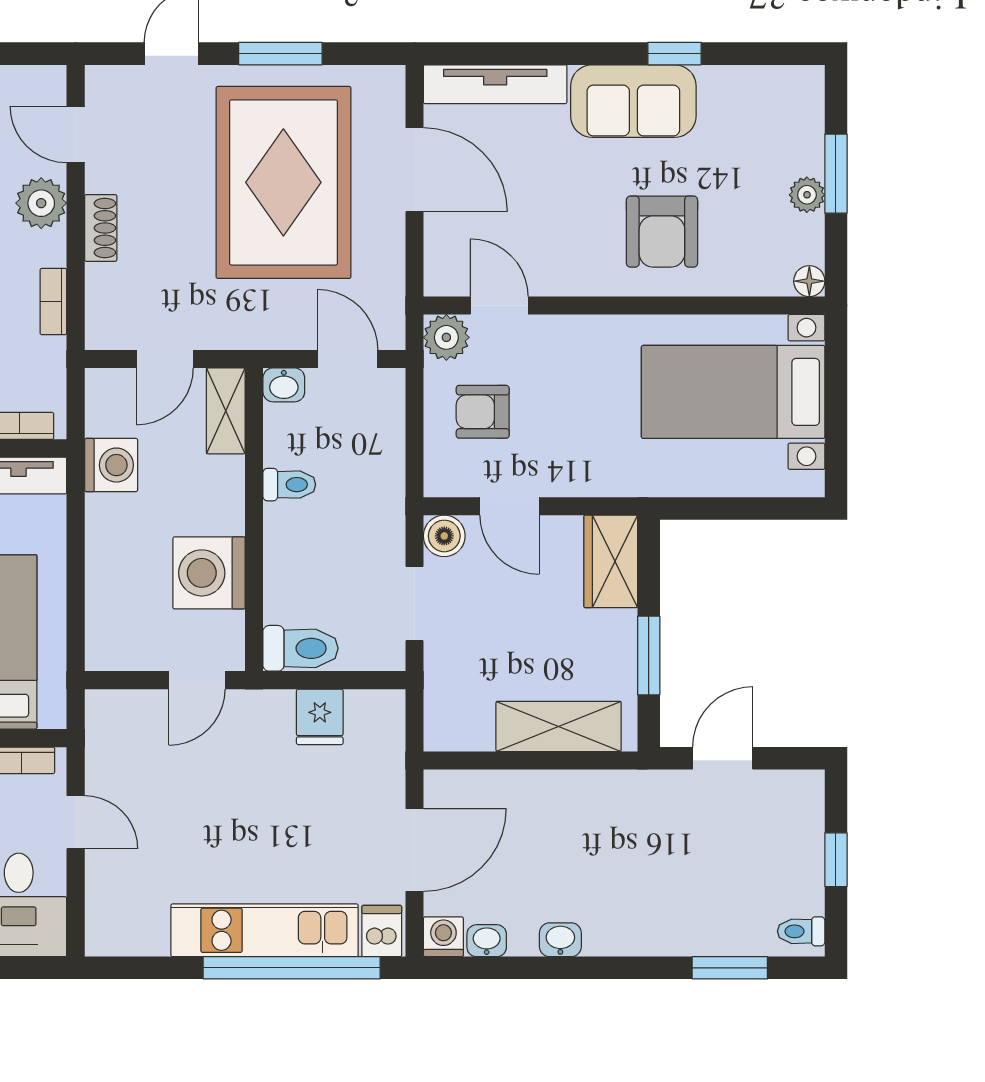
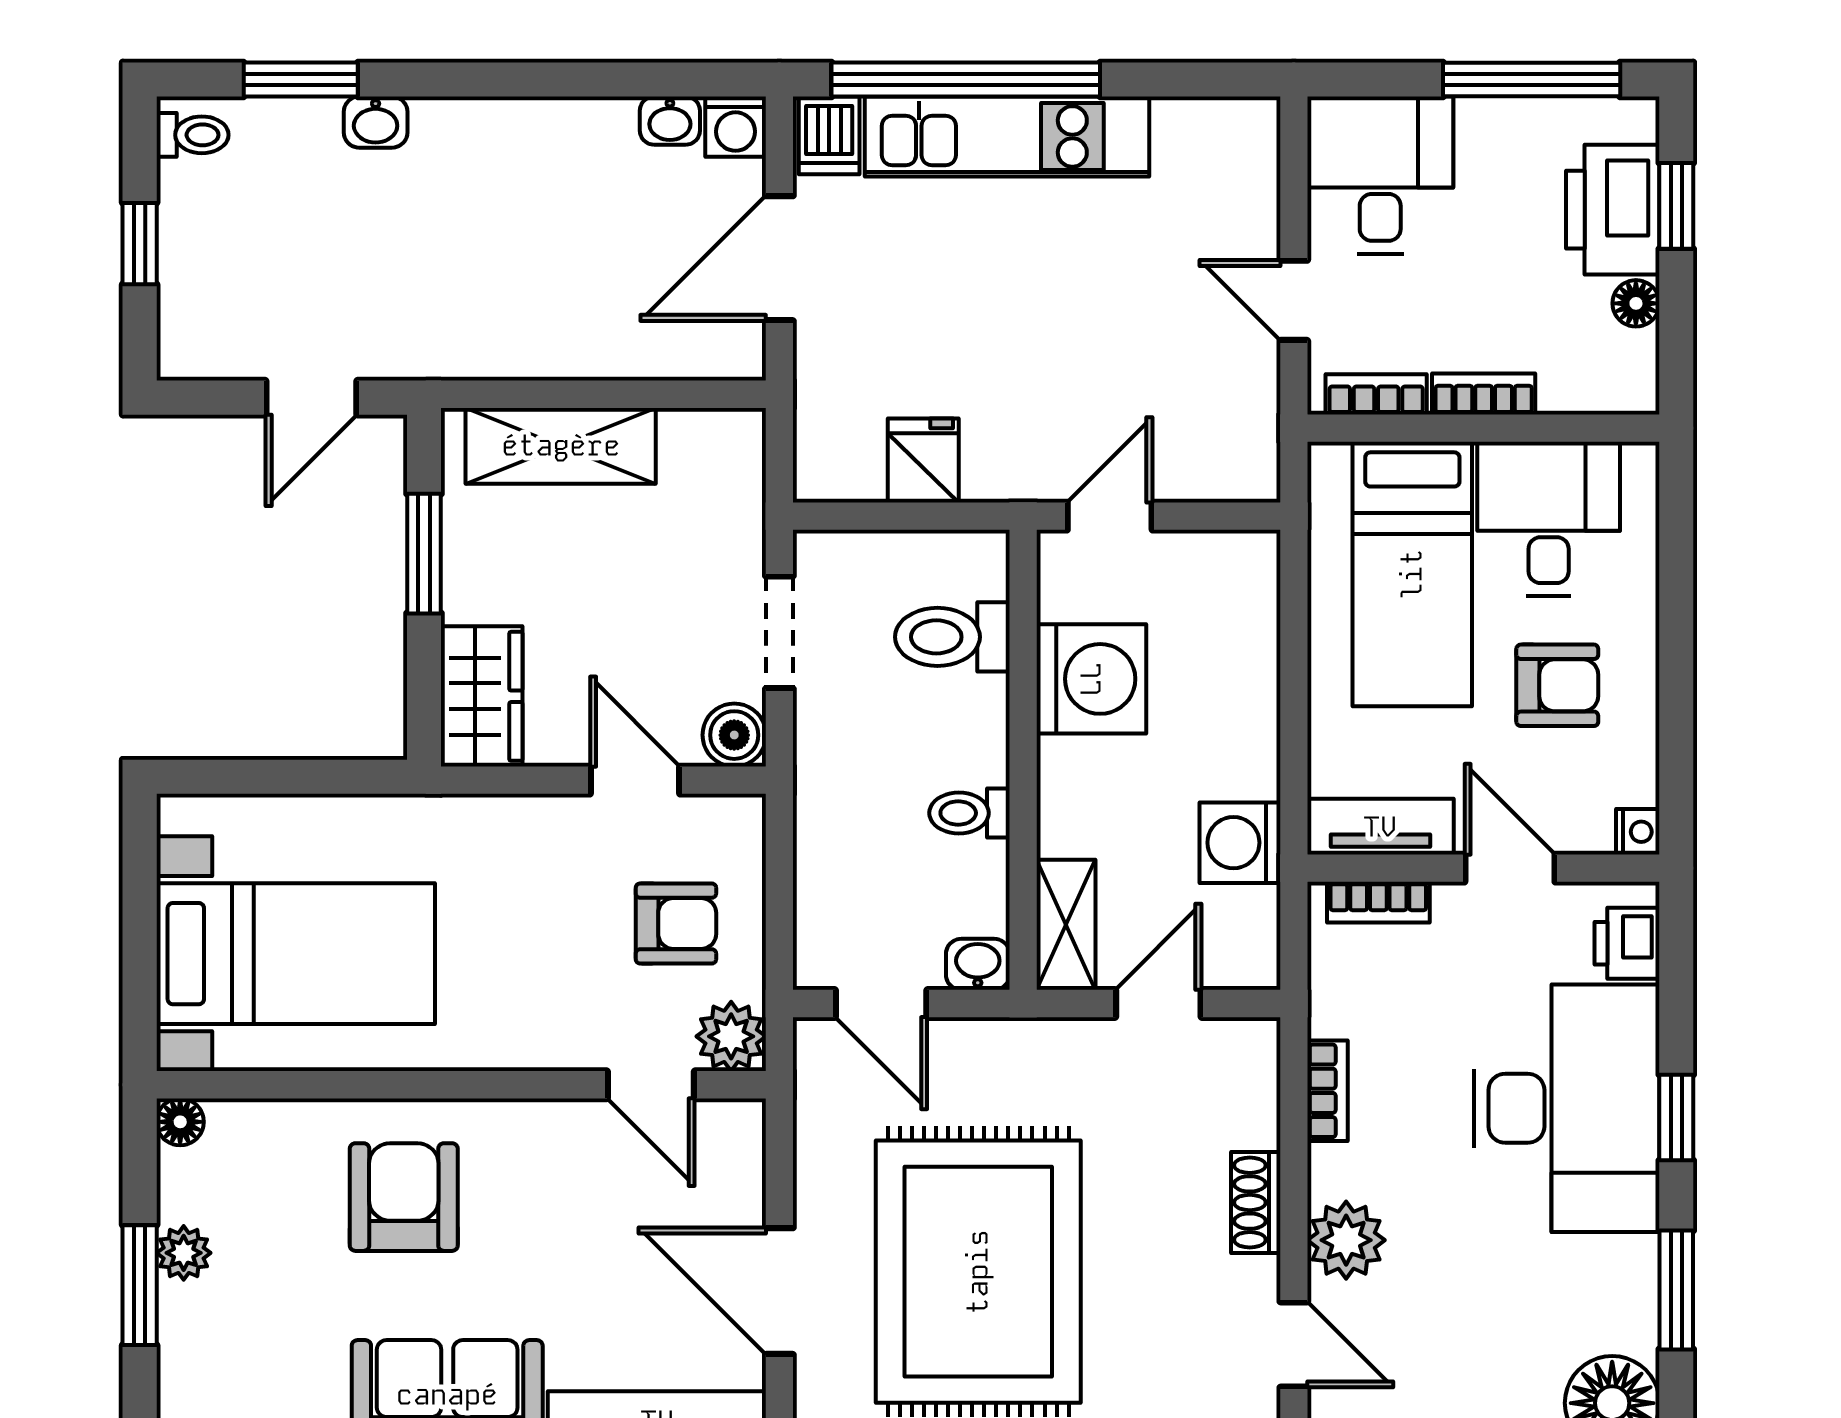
toilet: (301, 648) -> (952, 637), moved
washbasin: (560, 940) -> (376, 122), moved

